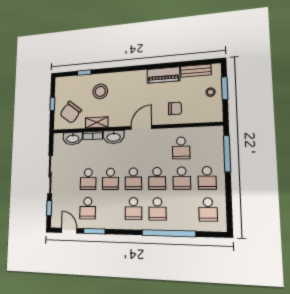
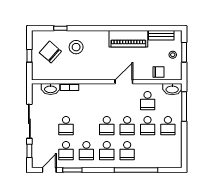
piano: (163, 75) -> (128, 39), width x1.37, depth x1.33
chair: (175, 108) -> (158, 72), moved
chair: (71, 112) -> (50, 52), moved, turned 94
shelving: (97, 122) -> (73, 75), removed
door: (141, 127) -> (124, 82), moved
washbasin: (114, 137) -> (172, 89), moved
school desk: (110, 179) -> (86, 151), moved
school desk: (208, 209) -> (168, 151), removed
door: (69, 231) -> (49, 170), hinge flipped

